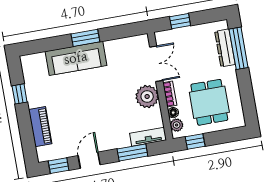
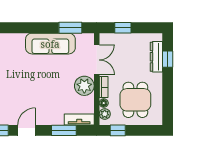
window: (85, 38) -> (70, 28), moved
window: (239, 48) -> (168, 59), width x0.46
sofa: (76, 58) -> (50, 44), moved

